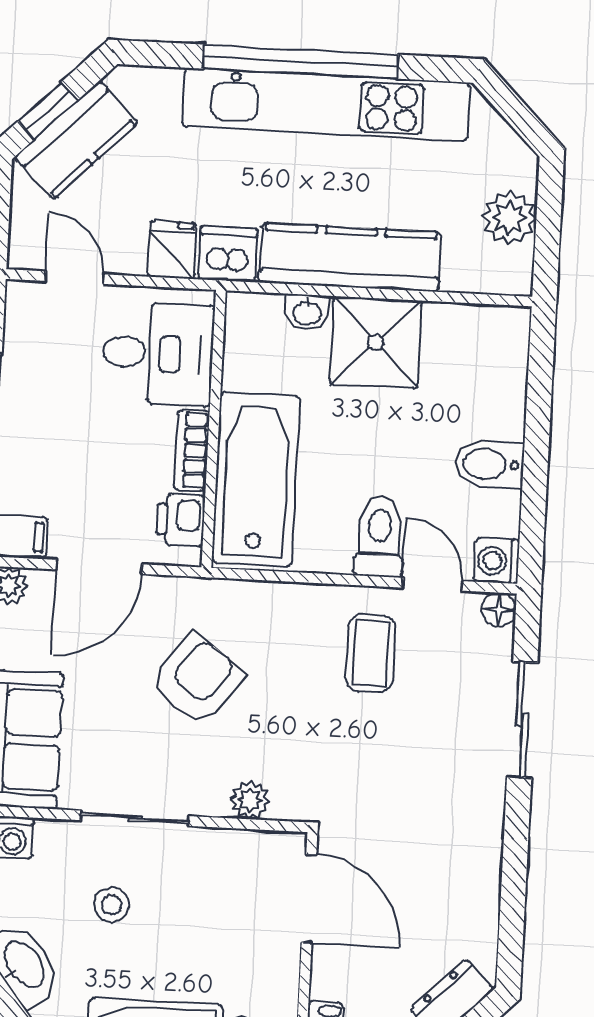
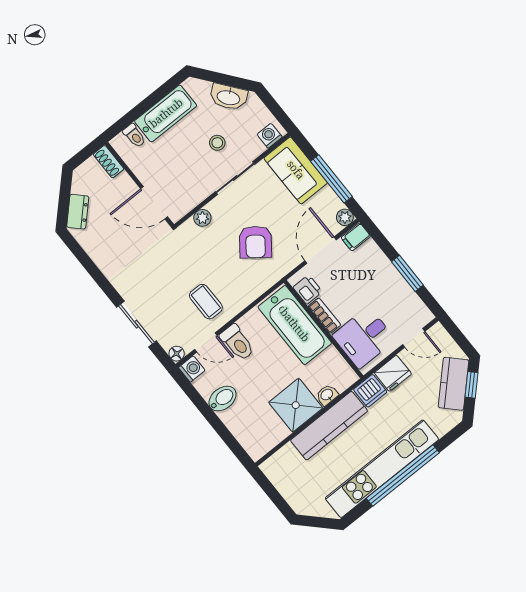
plant: (509, 218) -> (288, 485), removed
fridge: (172, 250) -> (393, 373), width x1.38

